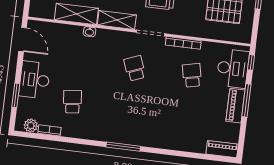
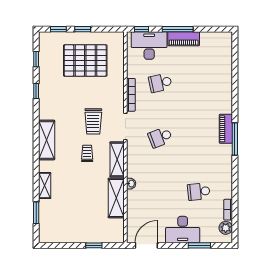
piano: (222, 149) -> (226, 129), moved

